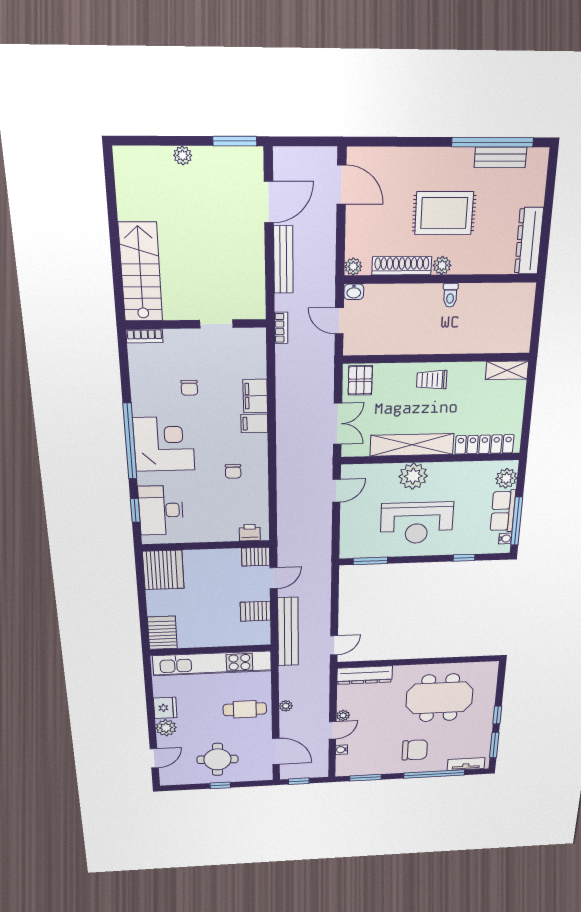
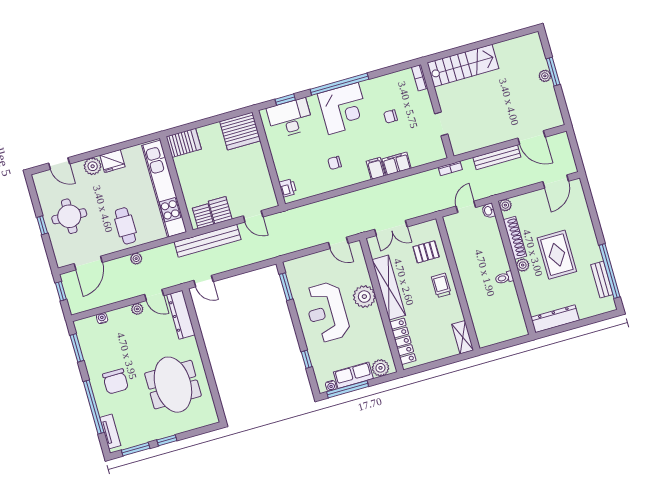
window: (235, 141) -> (553, 72), moved
pallet: (360, 380) -> (426, 252), moved
server rack: (256, 557) -> (203, 216), moved
door: (333, 730) -> (154, 295), moved

